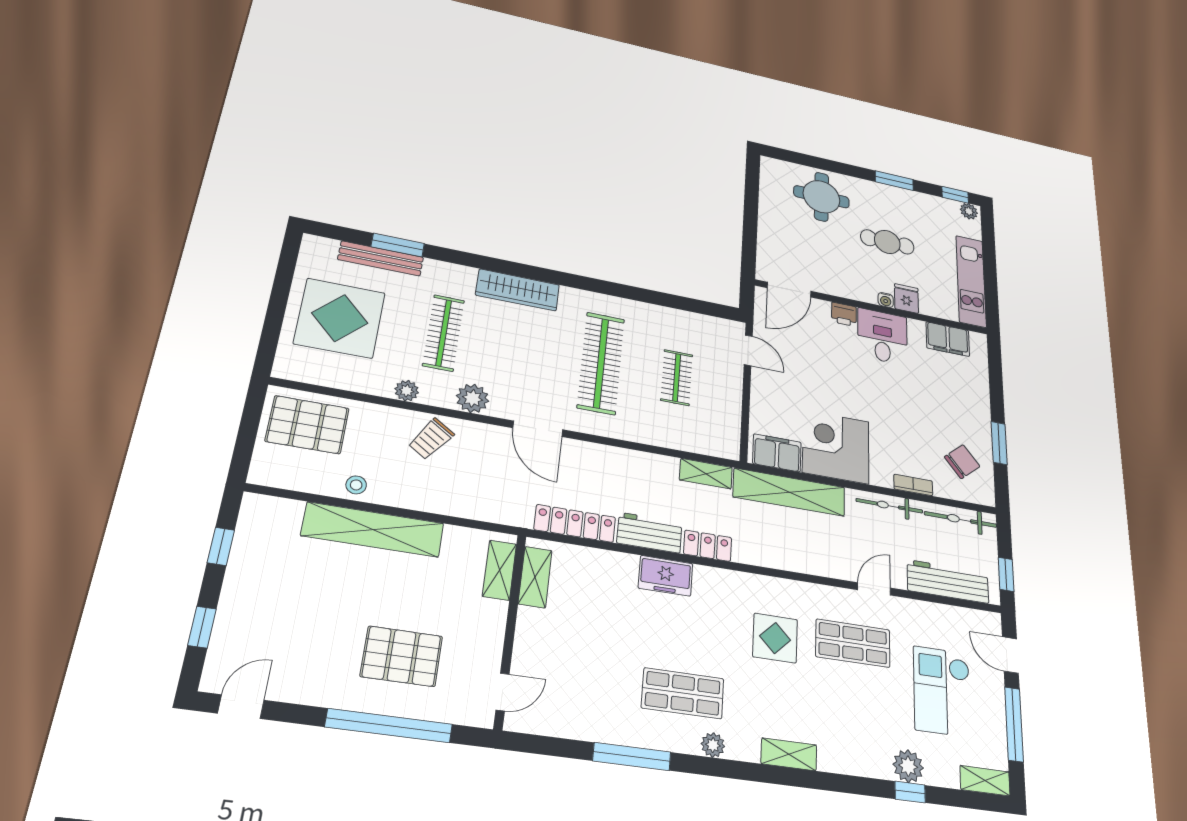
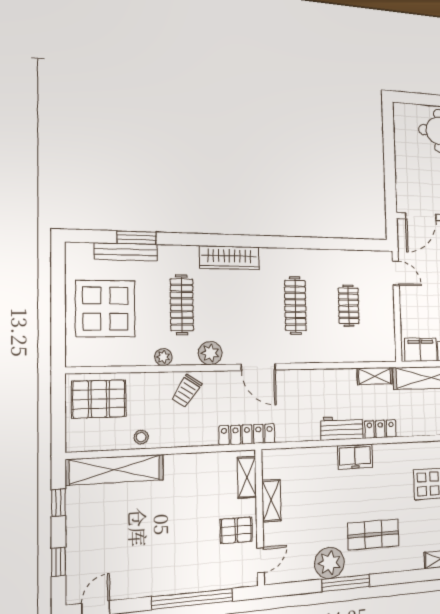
clothes rail: (601, 363) -> (295, 305), width x0.73, depth x0.76
locker: (575, 523) -> (247, 434), moved
shelving: (373, 530) -> (115, 470), moved
shelving: (535, 577) -> (271, 501), moved
pallet: (402, 656) -> (236, 530), moved, width x0.67, depth x0.71
plant: (713, 745) -> (330, 563), moved, width x1.88, depth x1.88

